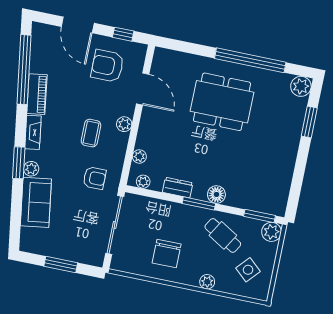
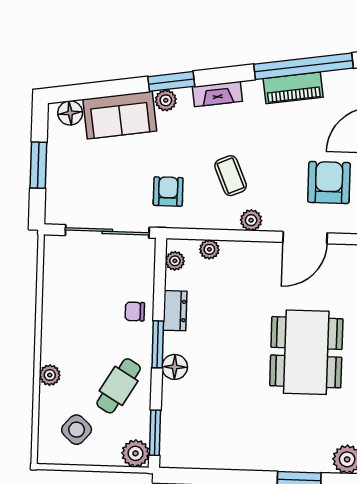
piano: (37, 94) -> (293, 88), moved
coffee table: (91, 133) -> (231, 176), turned 67
armchair: (94, 178) -> (168, 191), turned 180
floor lamp: (28, 236) -> (70, 113), added
chair: (167, 253) -> (135, 312), moved, width x0.54, depth x0.54

